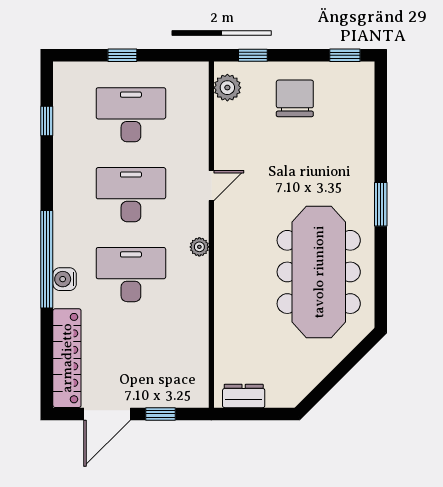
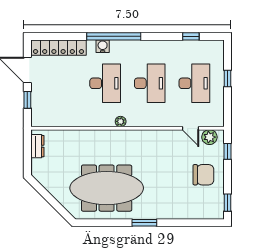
door: (211, 186) -> (191, 128), moved

